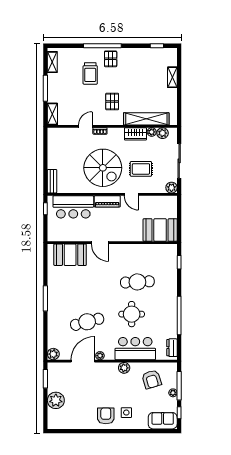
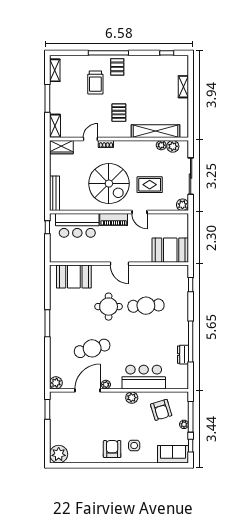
wardrobe: (135, 134) -> (61, 147), moved
bench: (52, 181) -> (55, 193), width x1.36
door: (100, 243) -> (120, 264), moved
round table: (132, 314) -> (109, 307), moved
dresser: (172, 348) -> (183, 355), moved
plant: (56, 400) -> (59, 454), moved

